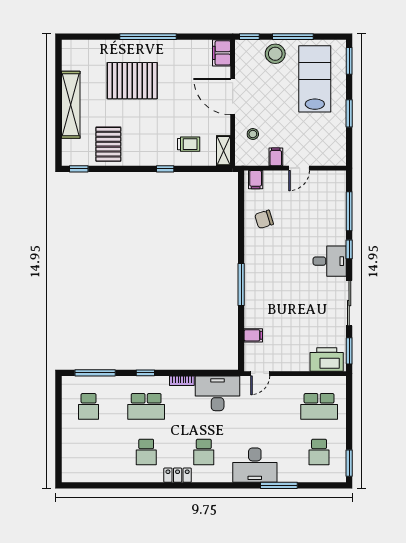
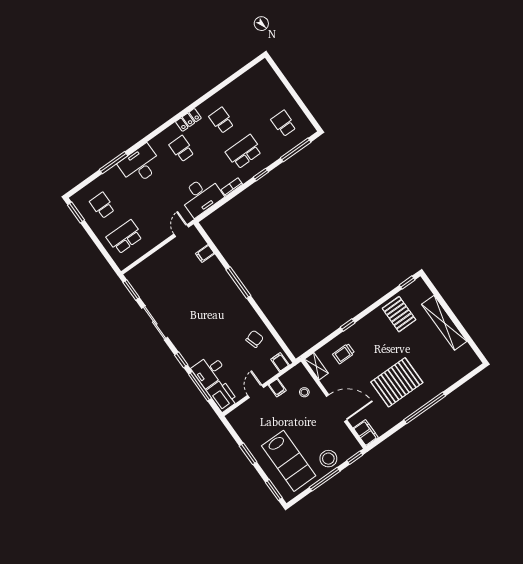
pallet: (132, 81) -> (397, 382), moved
desk: (330, 261) -> (209, 371), moved
printer: (327, 360) -> (222, 396), moved, turned -90

